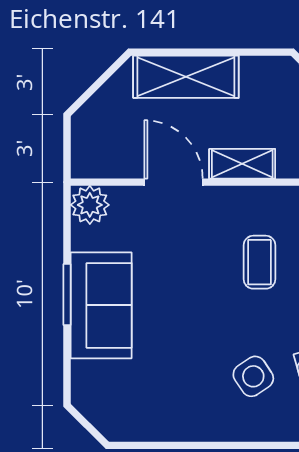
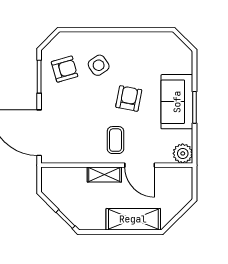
coffee table: (260, 262) -> (116, 140), moved
armchair: (195, 312) -> (129, 98), added

